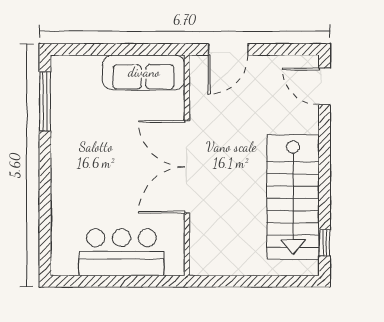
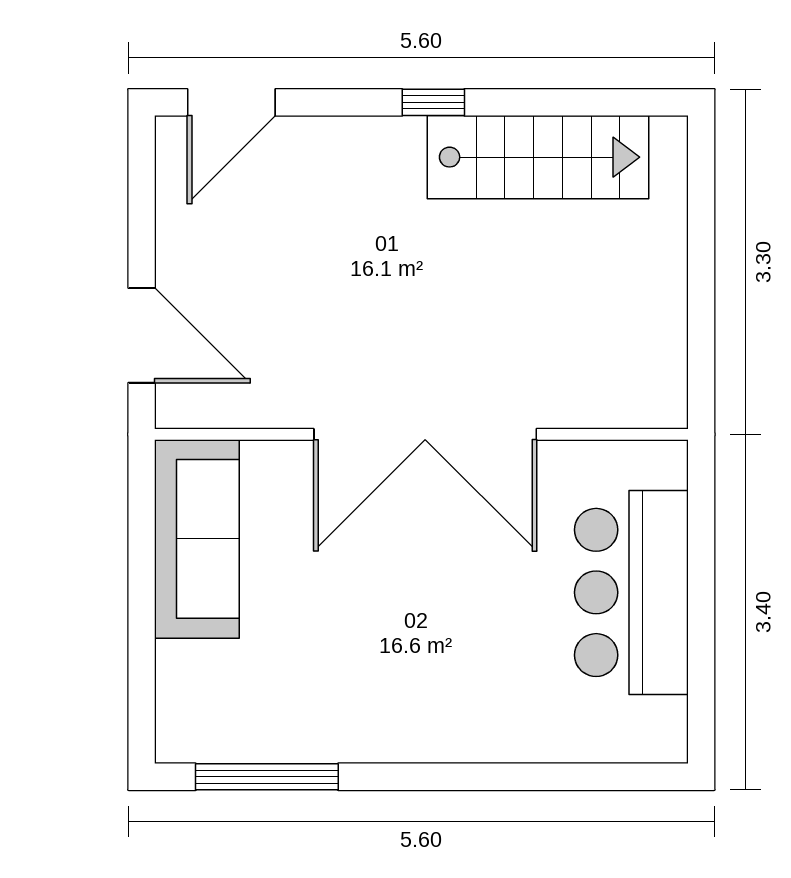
stairs: (293, 197) -> (538, 157), width x0.73, depth x0.66
window: (325, 243) -> (433, 102), moved

